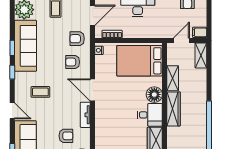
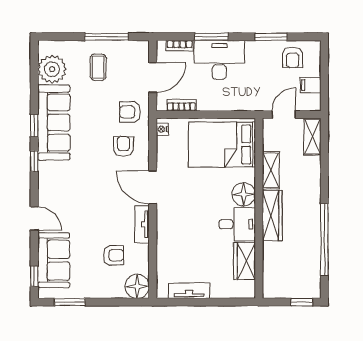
filing cabinet: (200, 32) -> (311, 85), moved
armchair: (73, 62) -> (123, 146), turned 90
coffee table: (40, 92) -> (76, 190), removed

